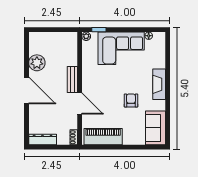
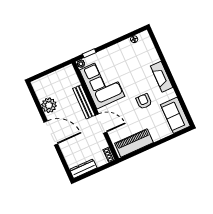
corner sofa: (121, 48) -> (102, 83), moved, turned -90
bench: (72, 80) -> (84, 102), width x1.36

